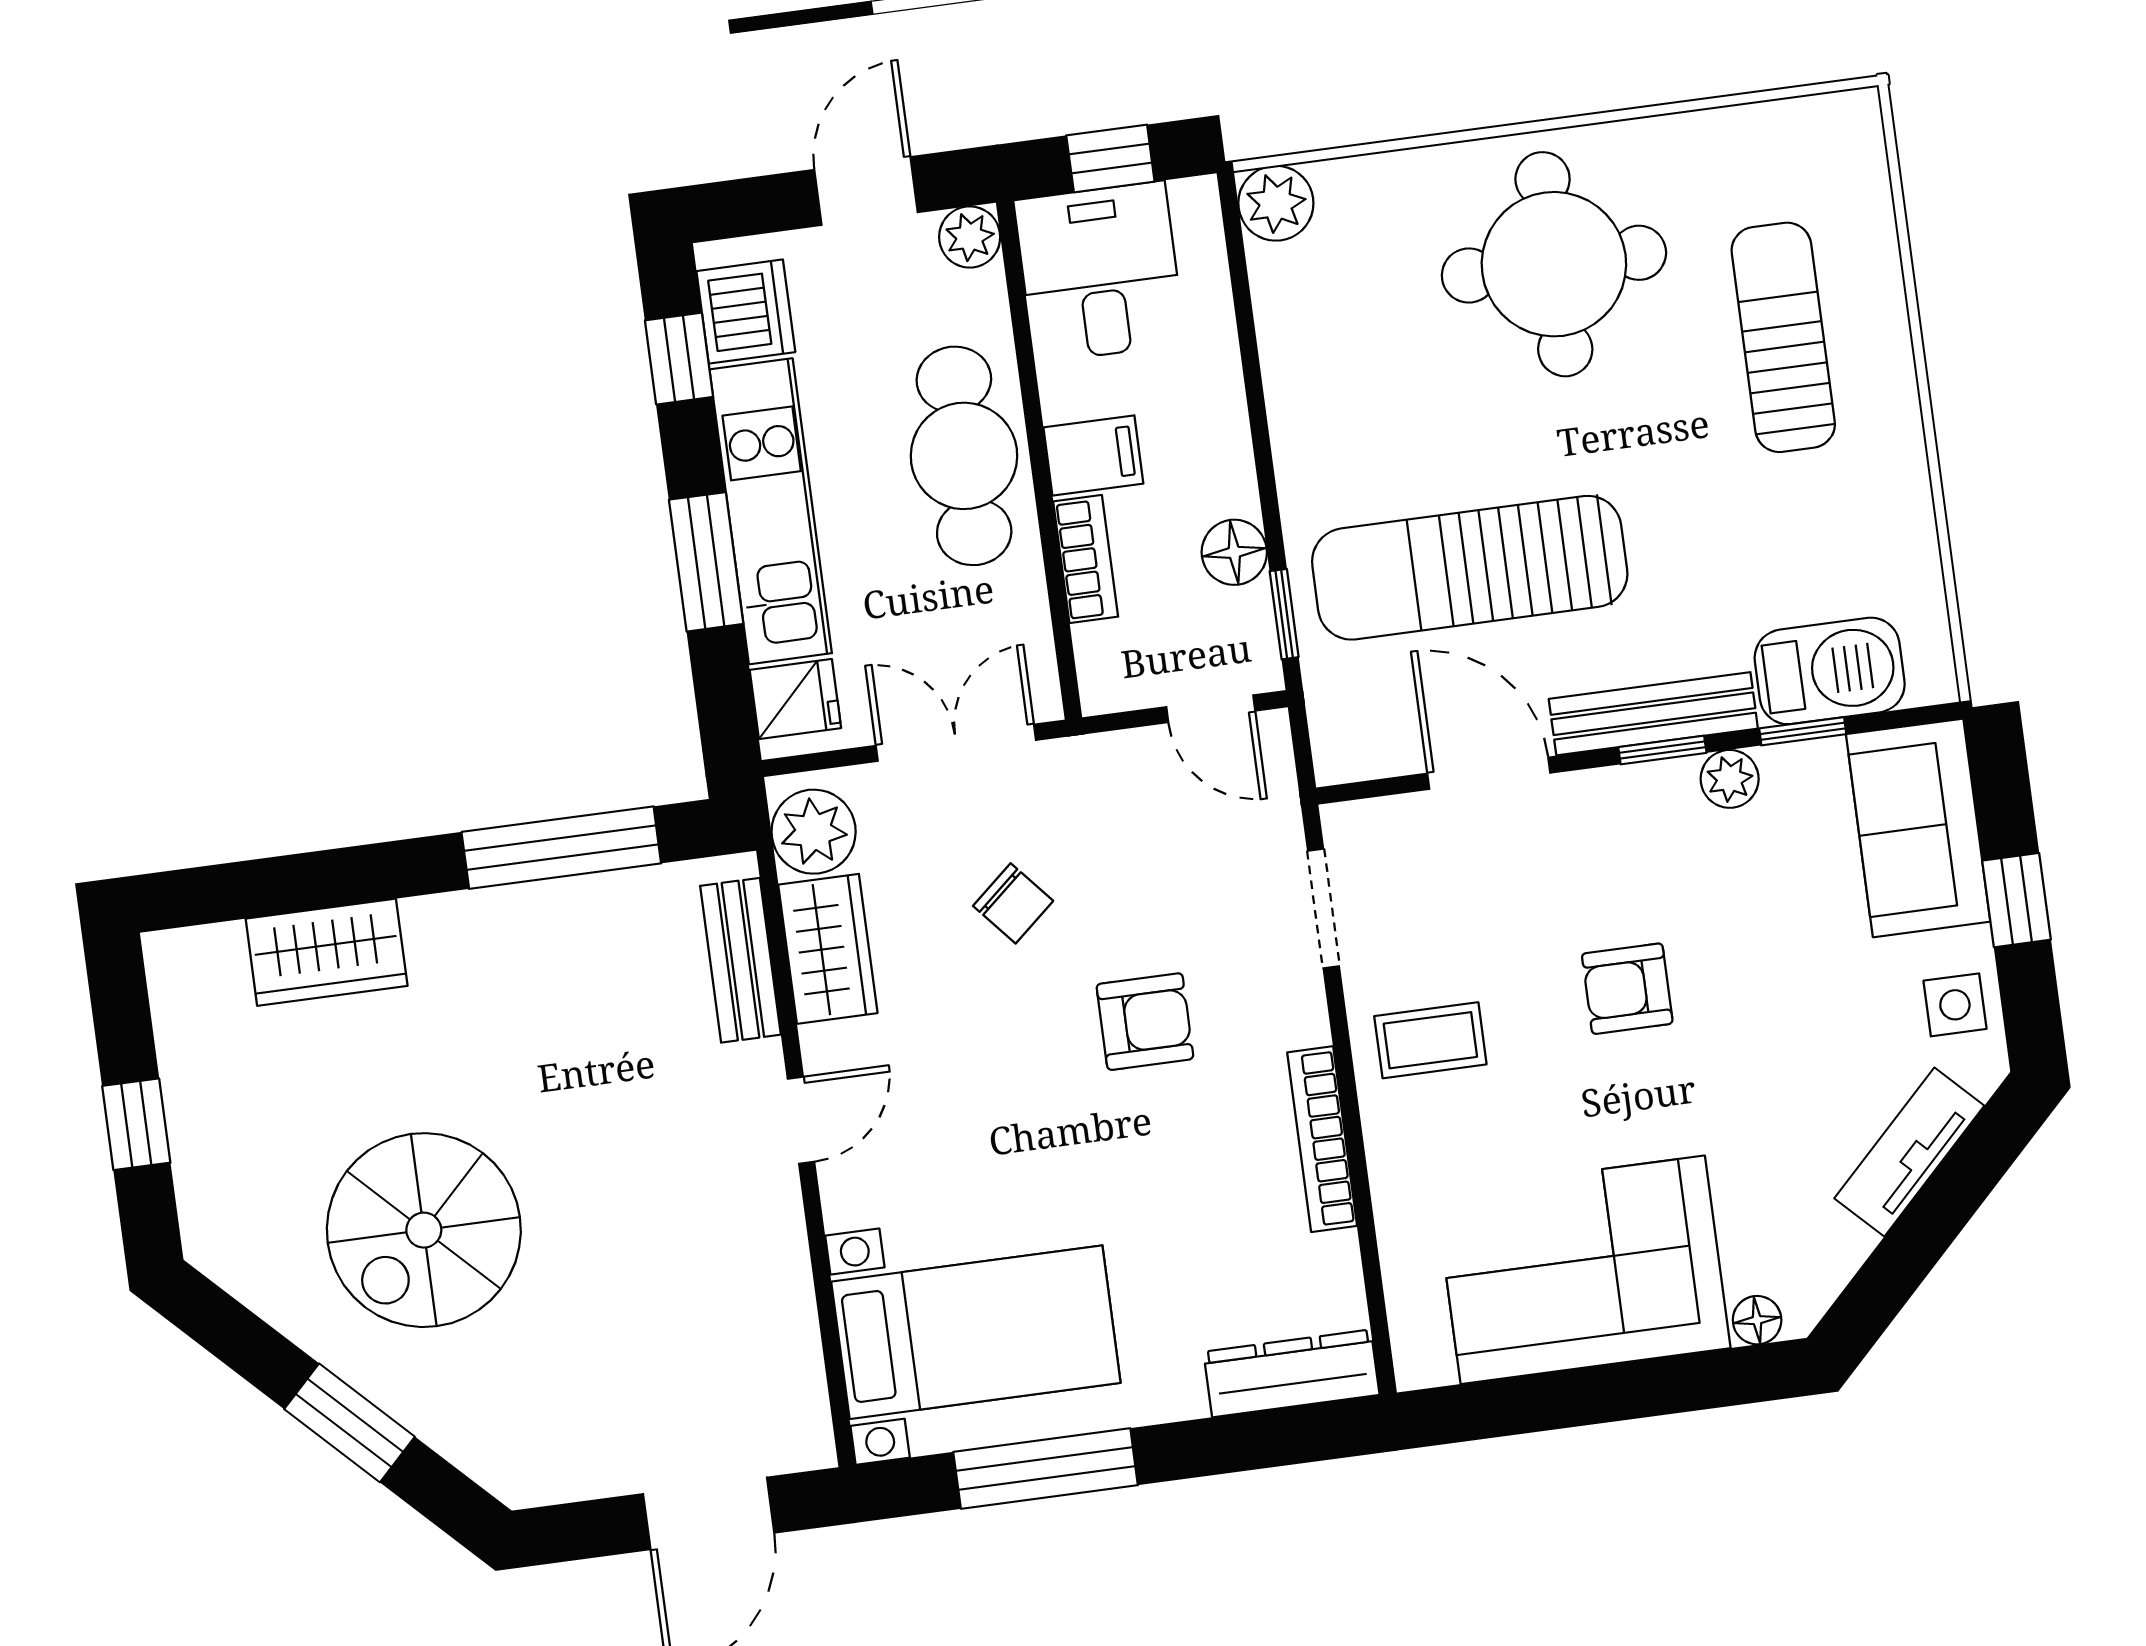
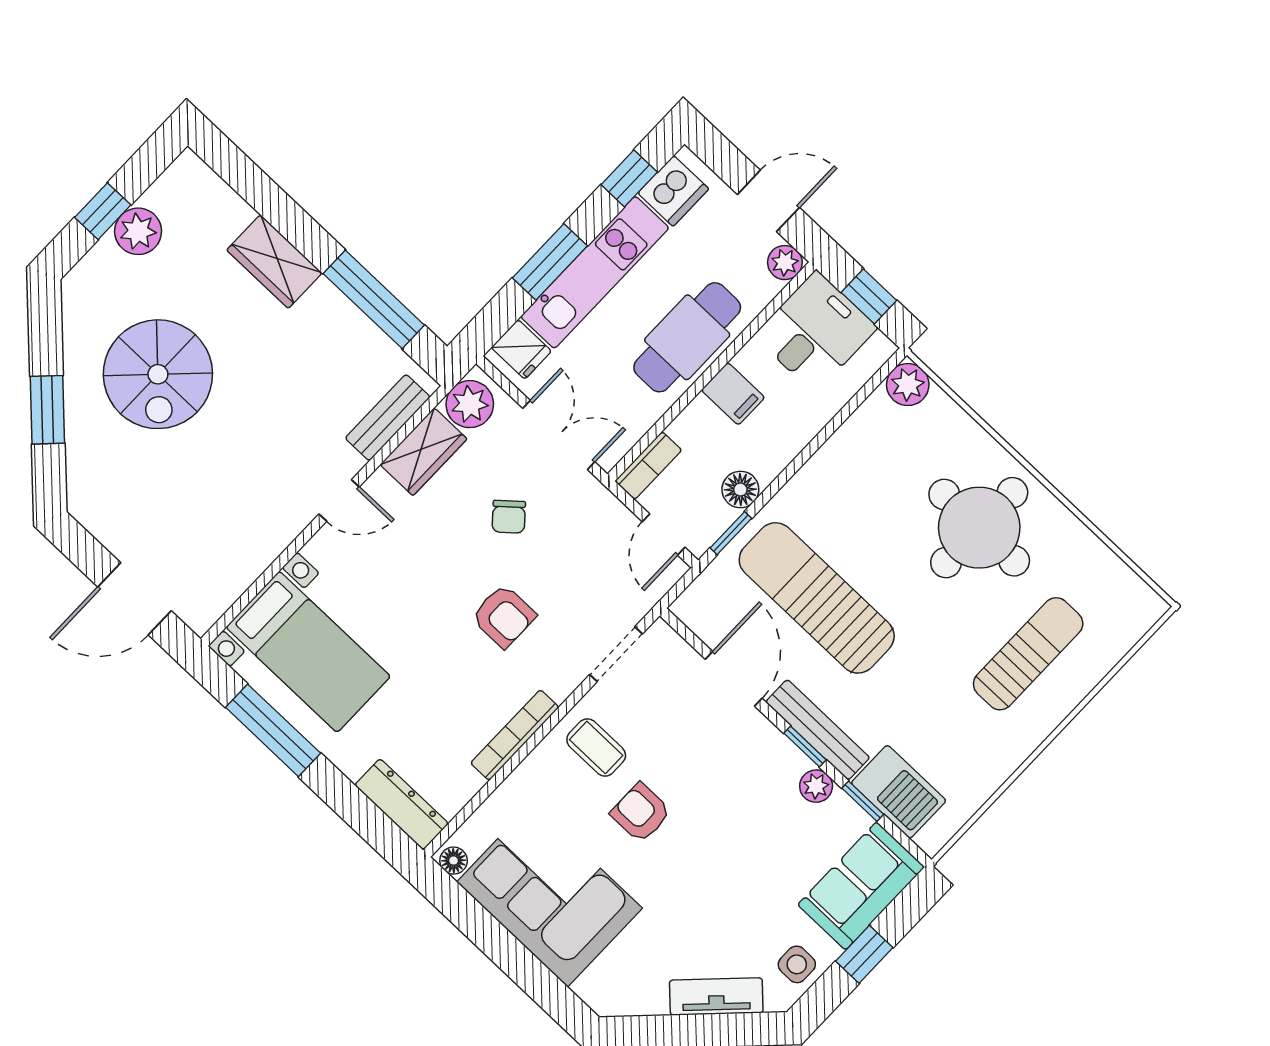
bookcase: (1086, 559) -> (648, 466), moved
wardrobe: (327, 952) -> (274, 261), moved
armchair: (1627, 989) -> (641, 813), moved
plant: (204, 1098) -> (138, 231), added
spiral stairs: (424, 1230) -> (158, 374), turned -90
floor lamp: (1757, 1320) -> (454, 861), moved

